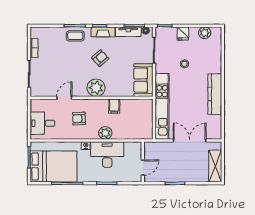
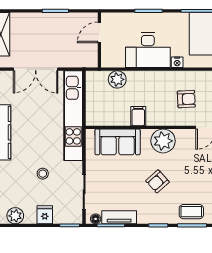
fireplace: (103, 32) -> (154, 217), removed
sofa: (143, 80) -> (118, 142), moved, turned 90
plant: (105, 133) -> (117, 79), moved

